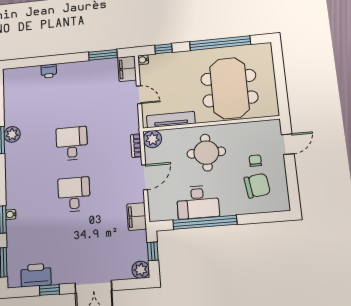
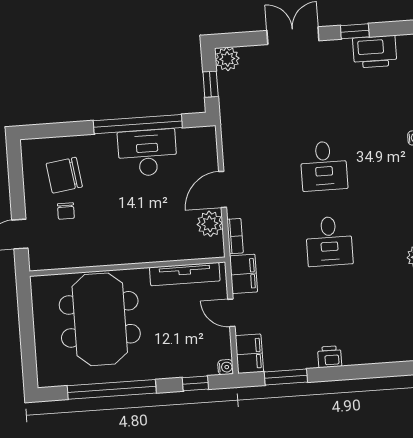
printer: (49, 71) -> (330, 357), moved
plant: (152, 139) -> (210, 224), moved
round table: (206, 153) -> (134, 224), removed
filing cabinet: (137, 217) -> (244, 274), moved

